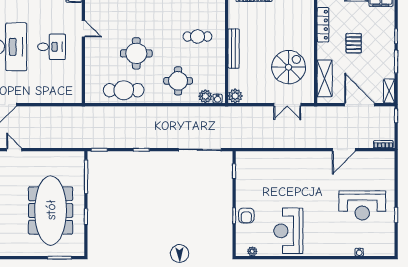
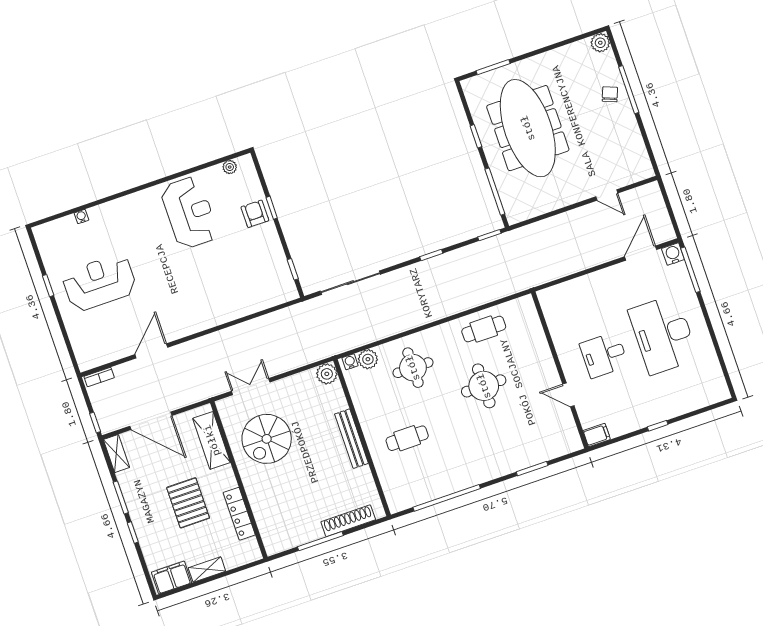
pallet: (354, 43) -> (188, 503), width x1.50, depth x1.42
cafe table: (124, 90) -> (484, 329), width x0.73, depth x0.74

